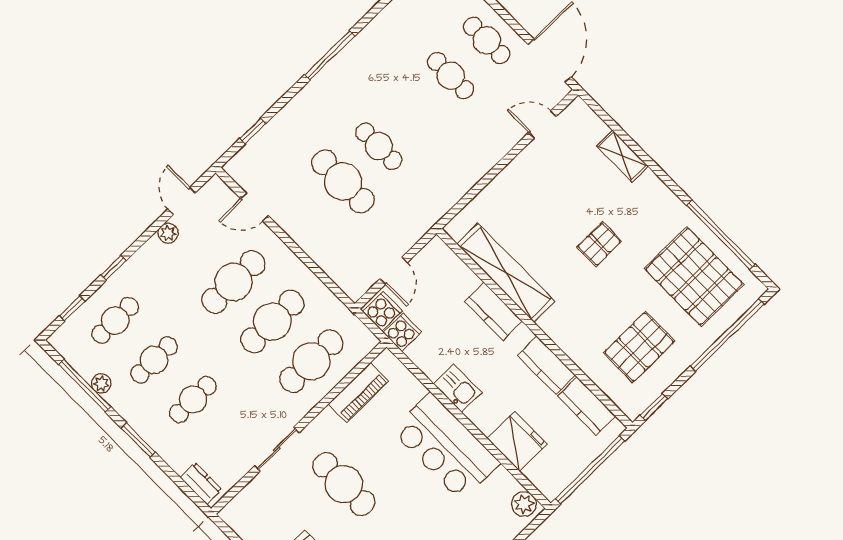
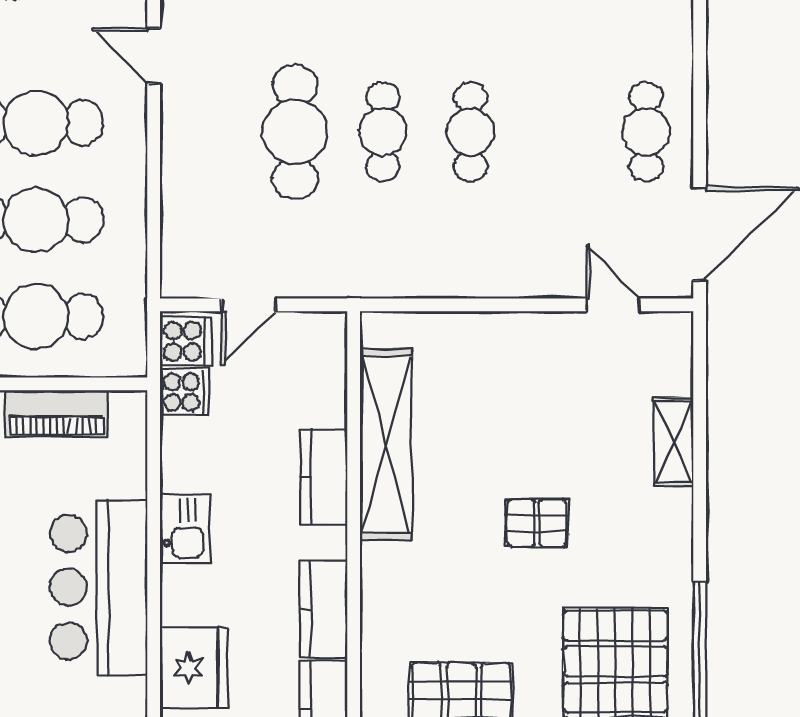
cafe table: (451, 76) -> (471, 132), moved

